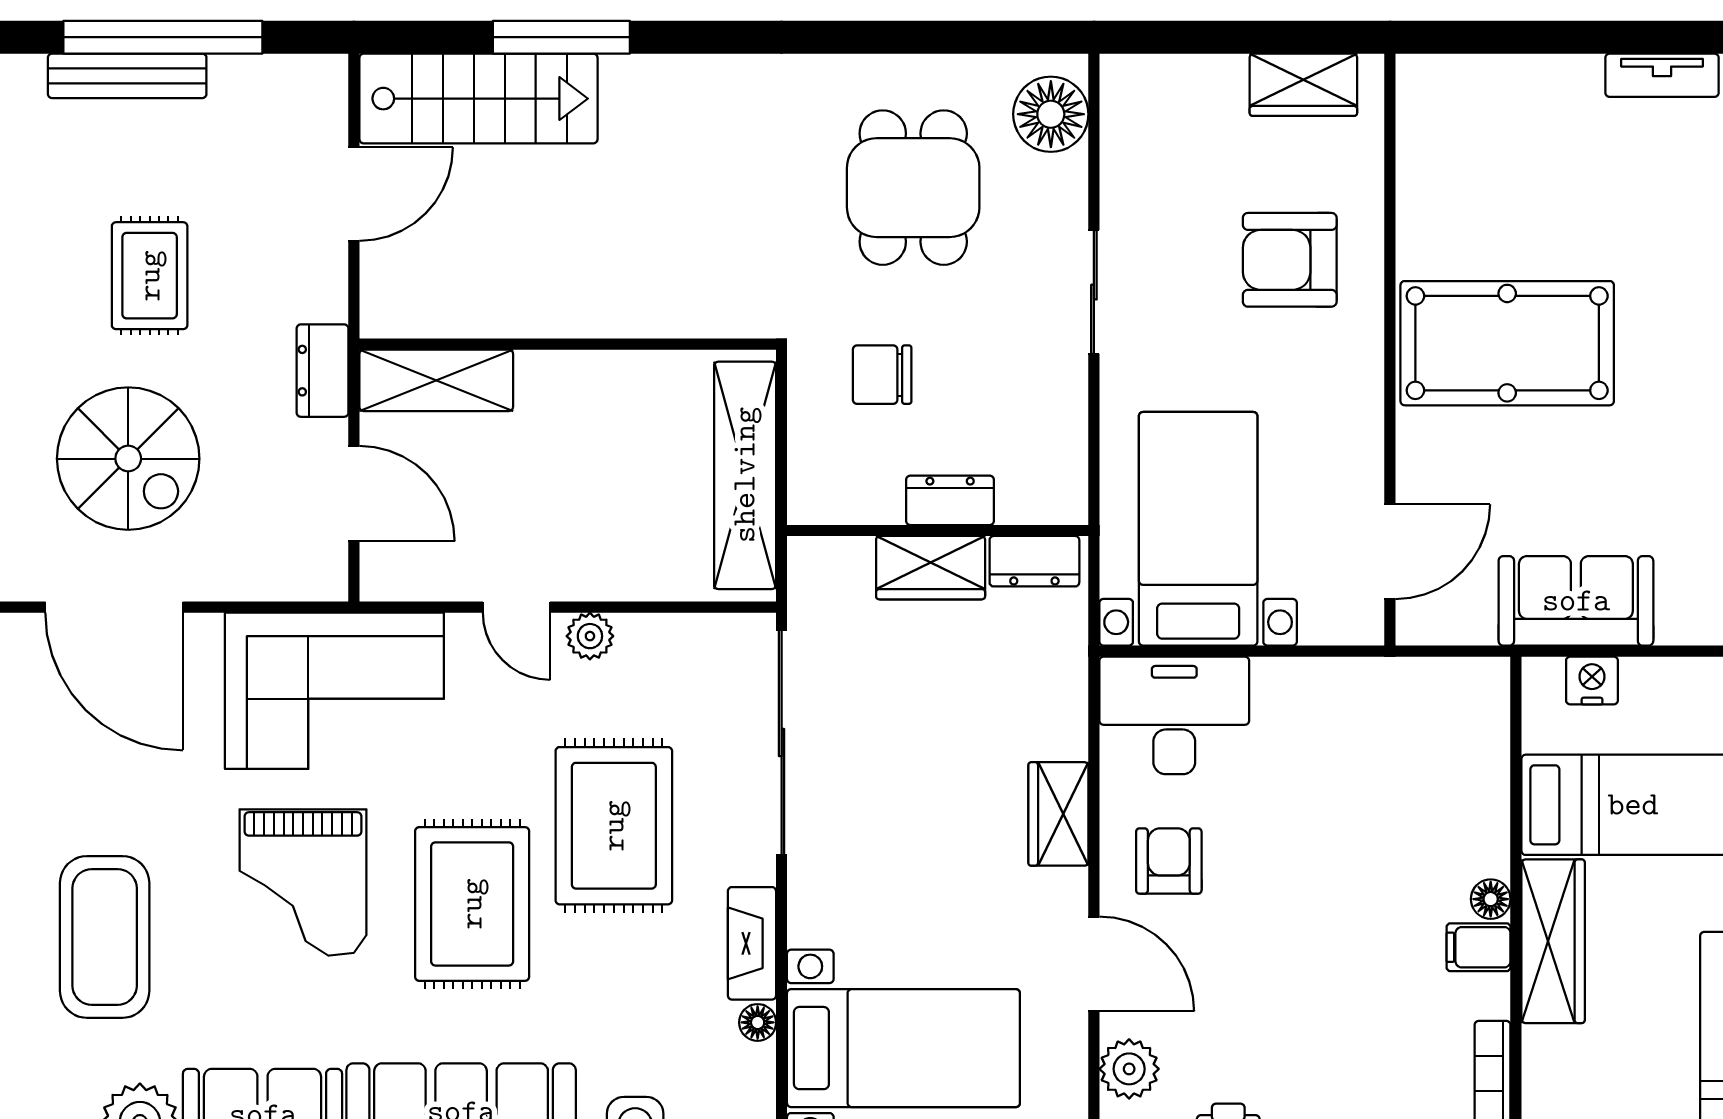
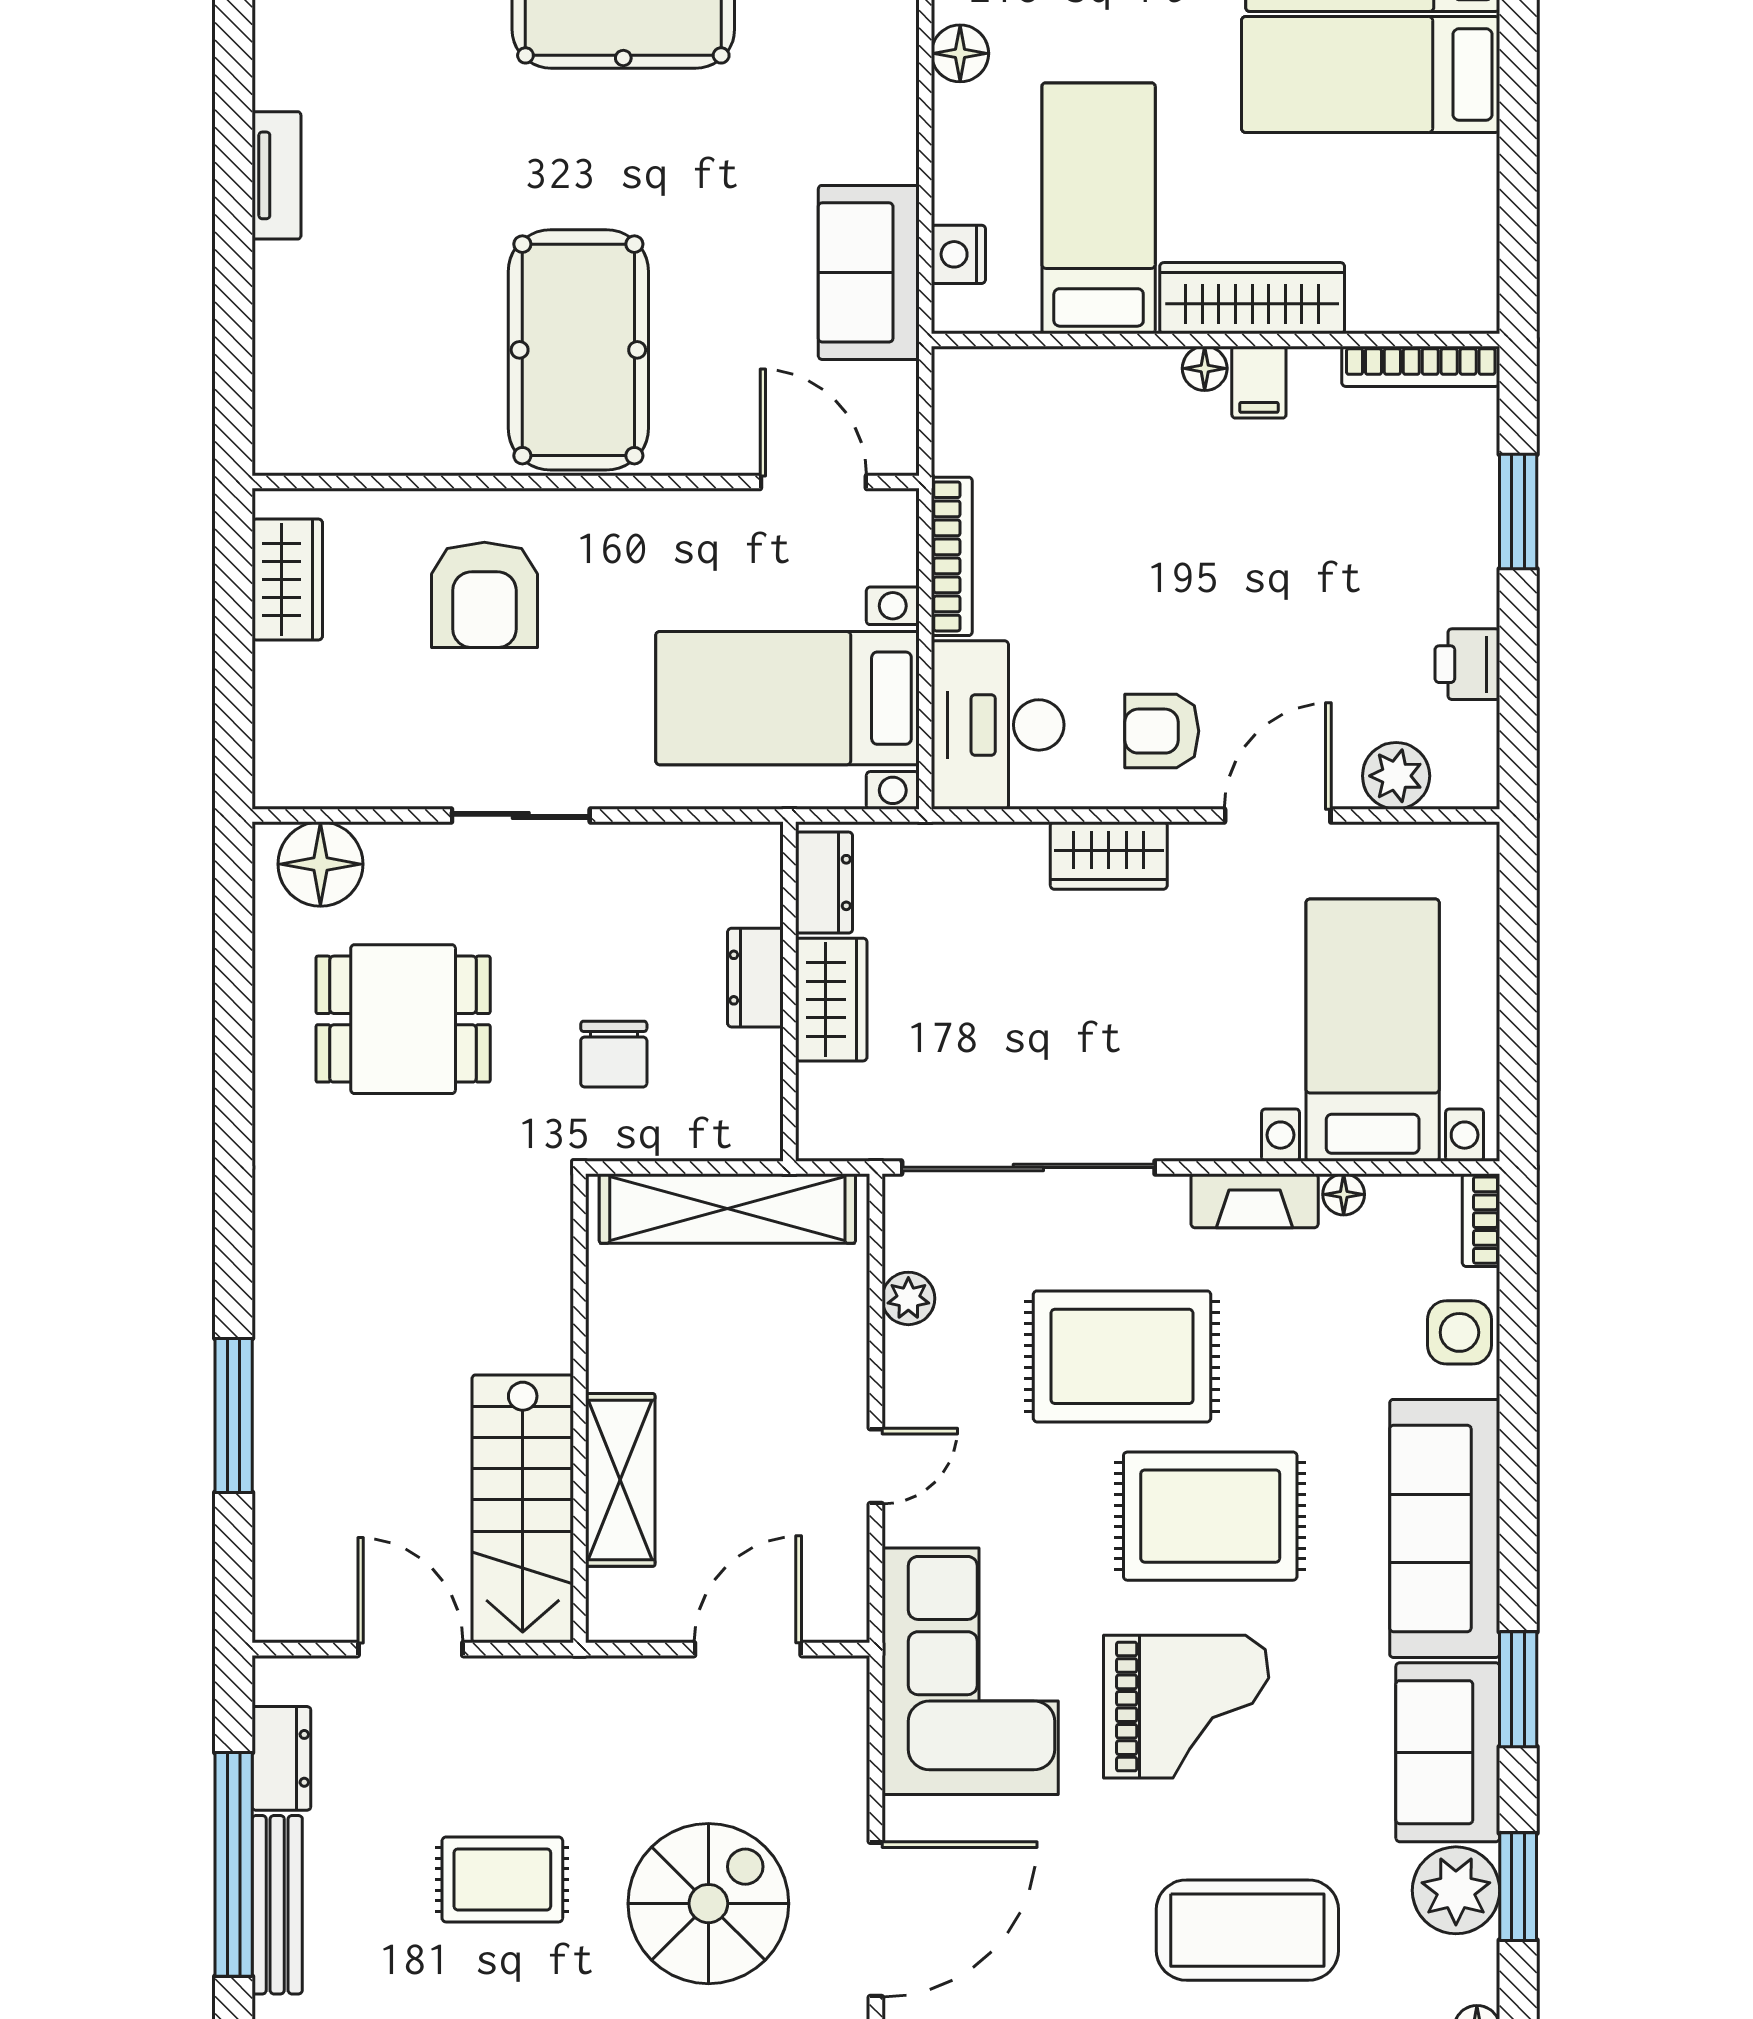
stairs: (478, 99) -> (523, 1509), moved, turned 180
dresser: (323, 371) -> (281, 1758), moved, turned -90
shelving: (436, 380) -> (620, 1480), moved
plant: (590, 636) -> (908, 1298), moved
bookcase: (1324, 675) -> (952, 556), added

